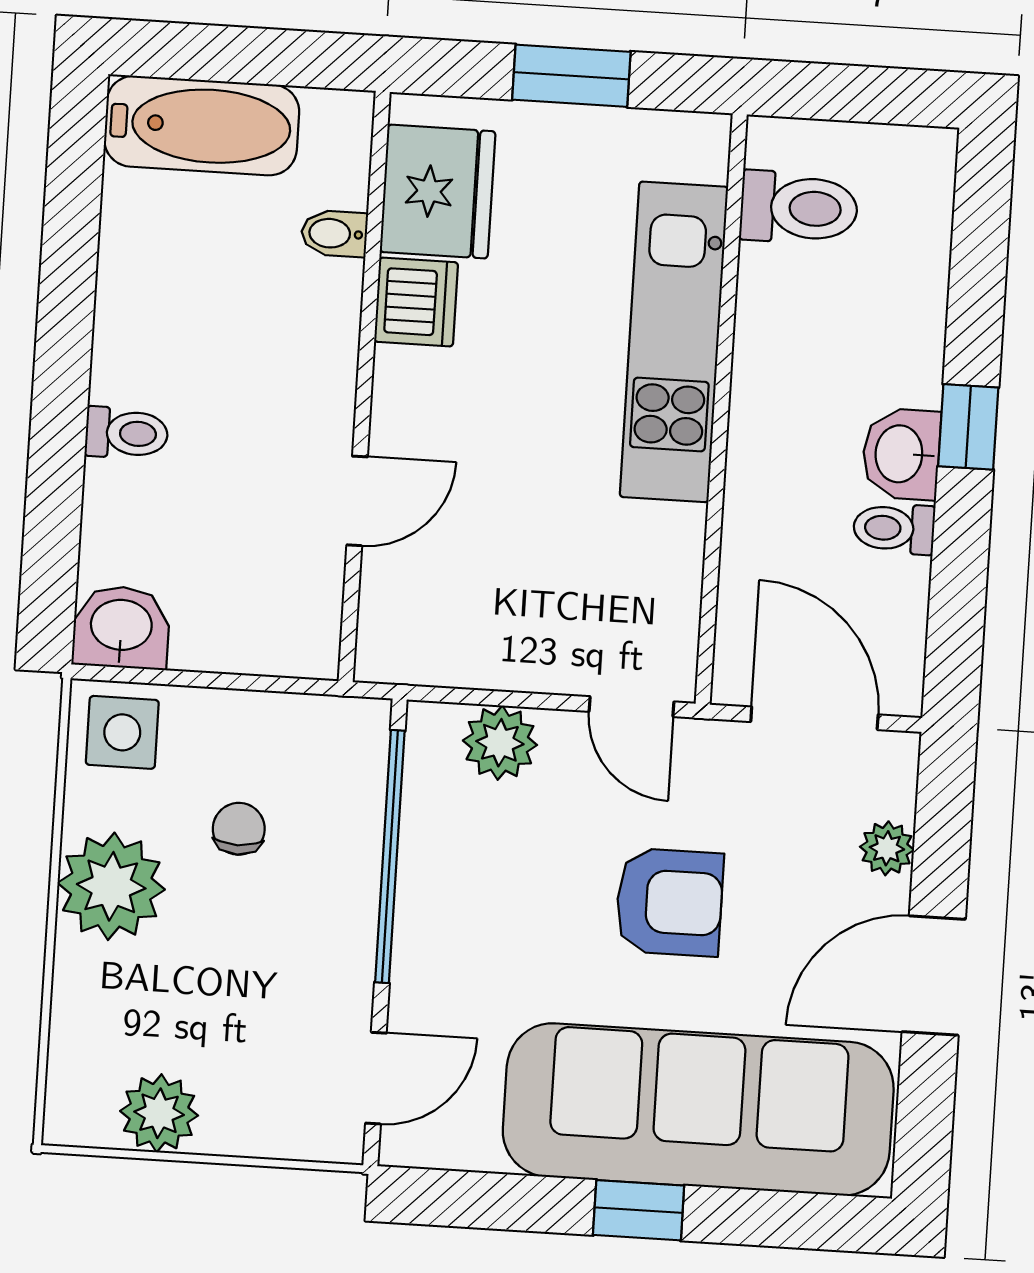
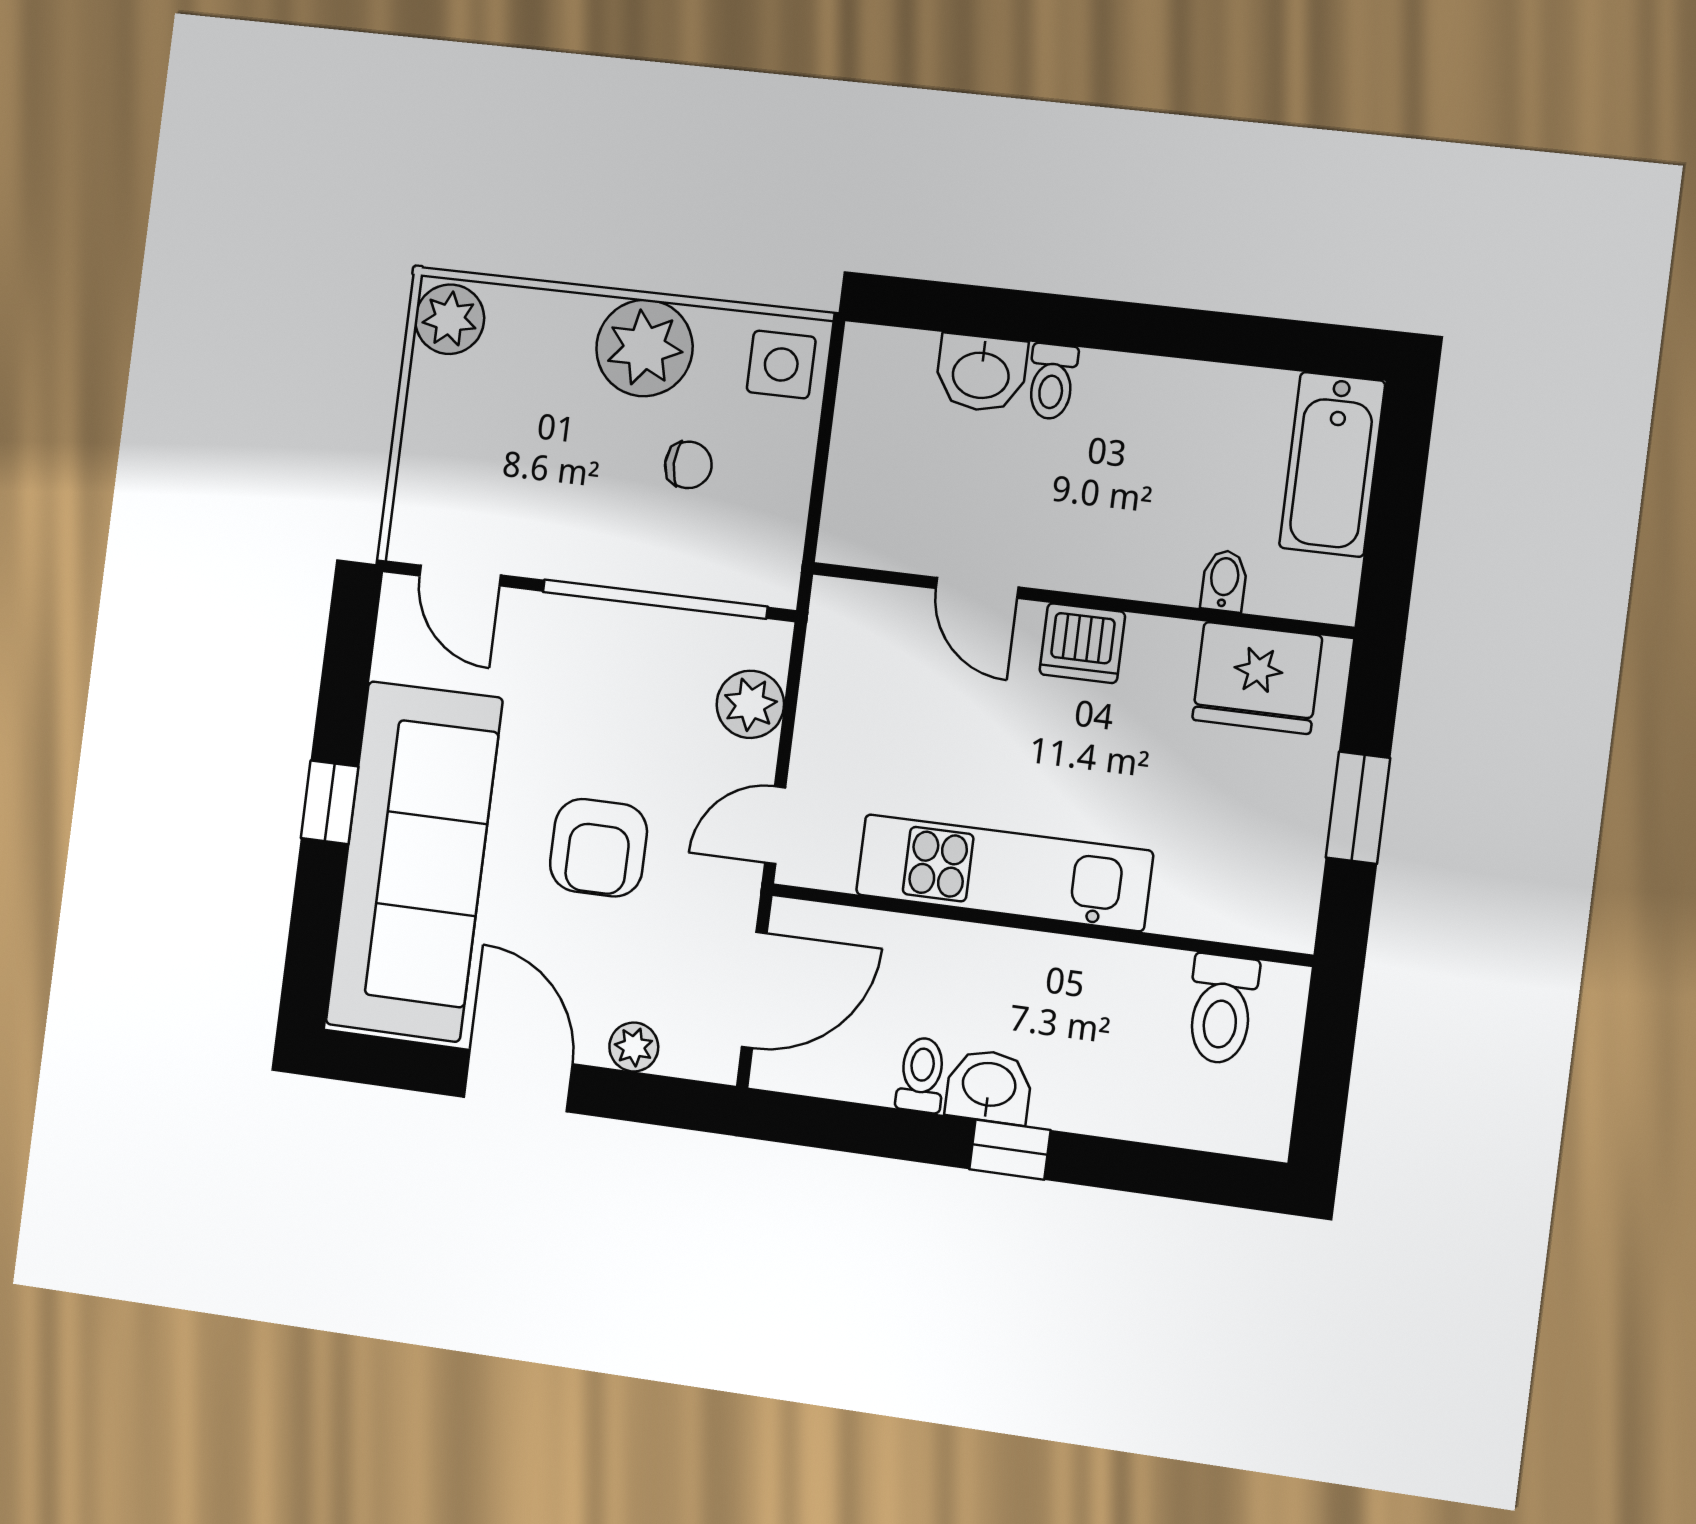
dishwasher: (416, 302) -> (1082, 643), moved
kitchen unit: (674, 342) -> (1004, 873), moved
washbasin: (121, 627) -> (981, 373), moved, turned 90
plant: (159, 1113) -> (450, 319), moved

